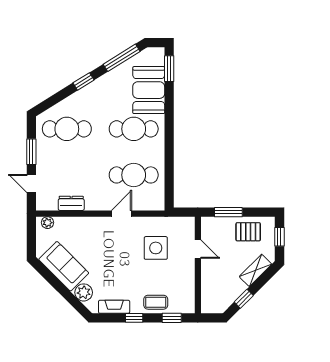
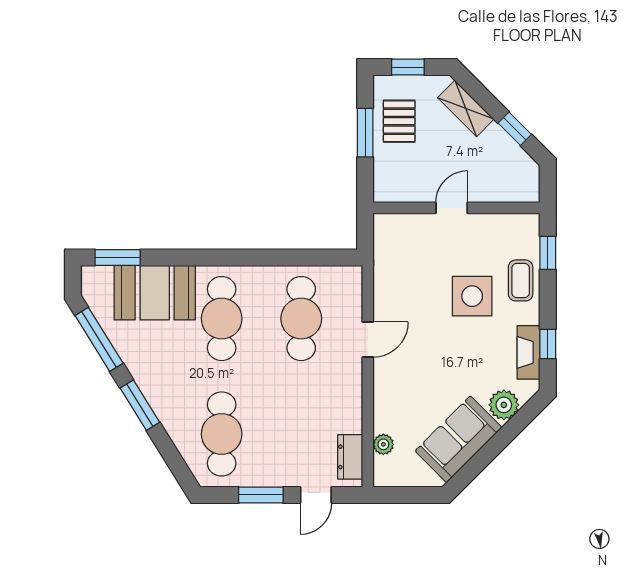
window: (84, 81) -> (140, 405), width x1.50
dresser: (71, 203) -> (350, 457), moved
window: (228, 212) -> (365, 133), moved
door: (121, 214) -> (368, 340), swing flipped
plant: (47, 223) -> (383, 444), moved
side table: (156, 248) -> (472, 296), moved
door: (198, 249) -> (452, 208), moved
window: (134, 318) -> (548, 344), moved

